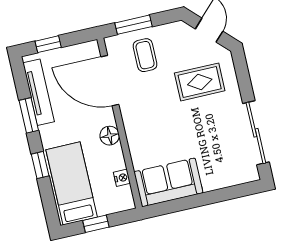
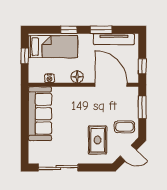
window: (48, 44) -> (142, 66), moved
coffee table: (145, 55) -> (124, 127), moved
door: (110, 81) -> (111, 85), hinge flipped
sofa: (168, 182) -> (40, 114), width x1.36

